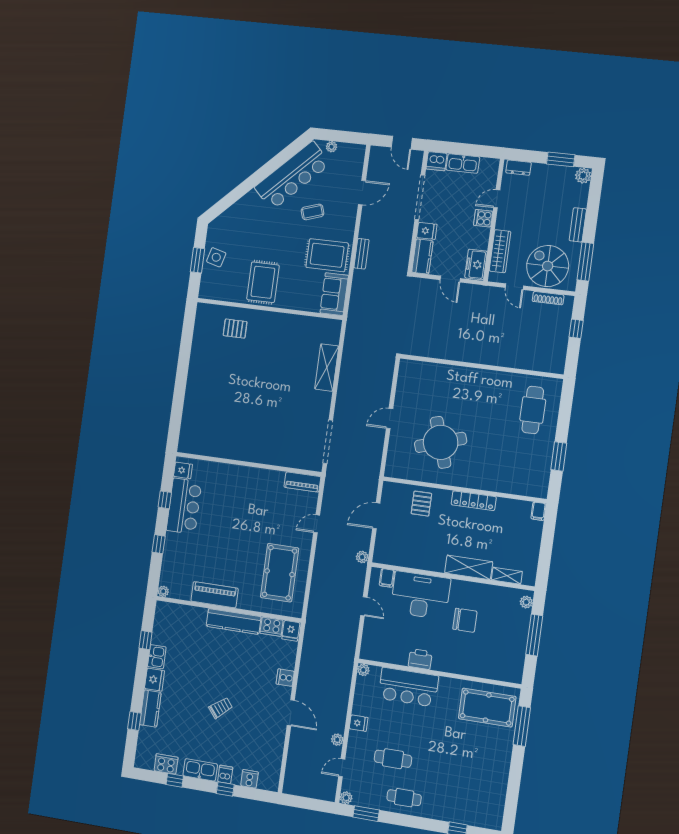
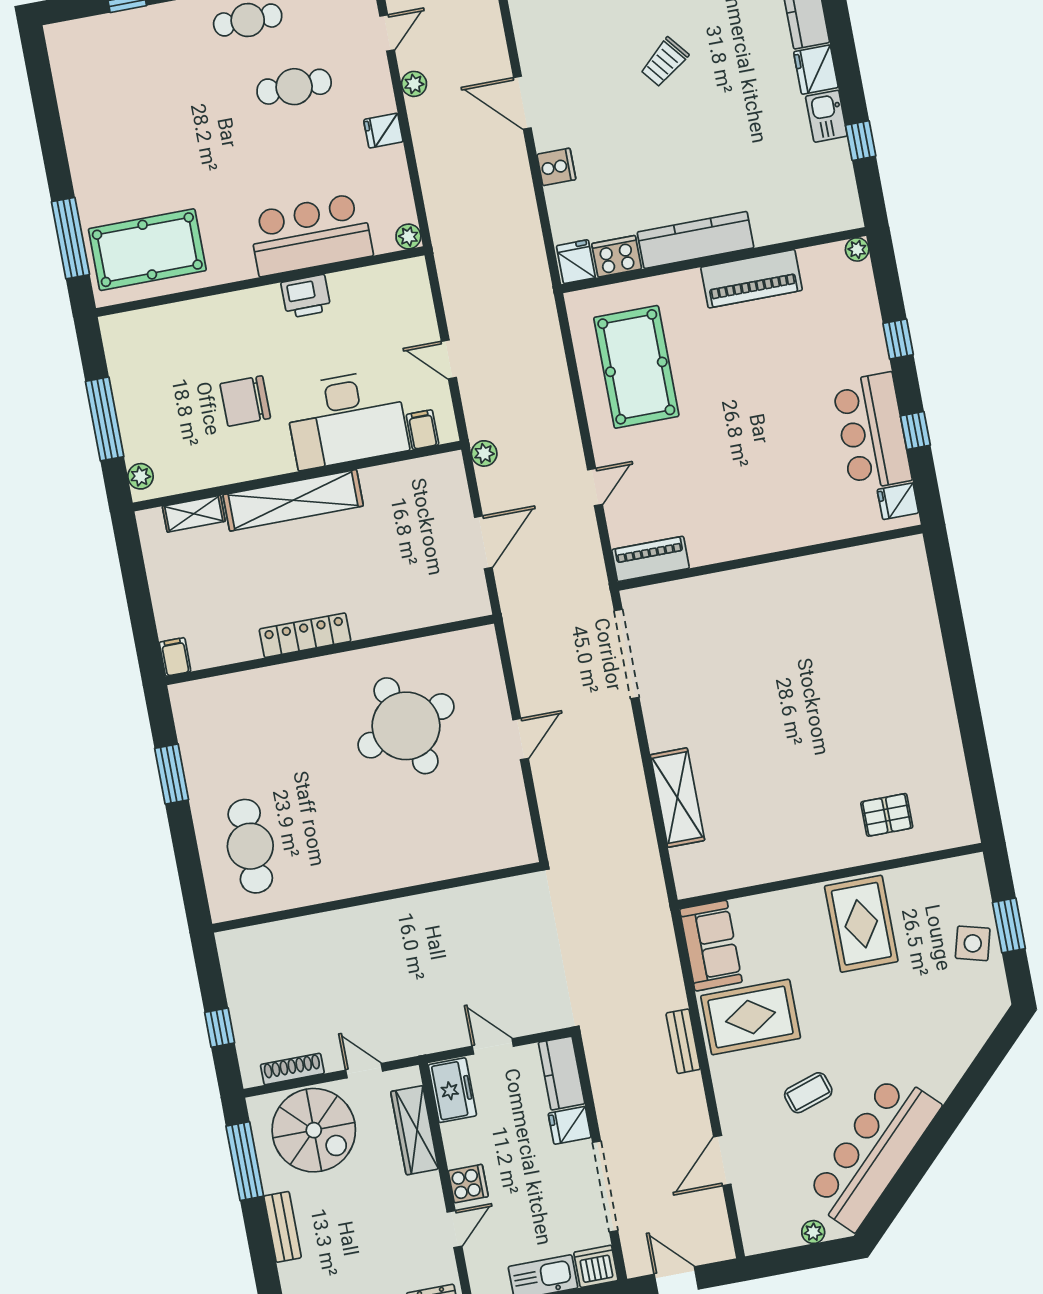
pallet: (421, 504) -> (404, 596), removed
shelving: (469, 567) -> (293, 500), width x1.47

